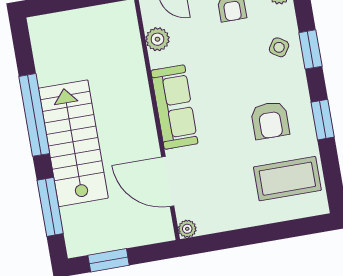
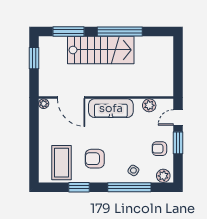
window: (310, 49) -> (129, 187), width x2.11
window: (323, 120) -> (79, 187), moved
door: (168, 181) -> (71, 98), swing flipped

